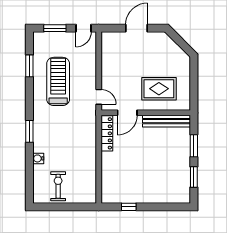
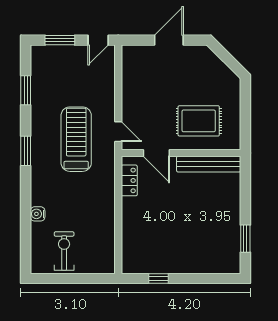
treadmill: (58, 81) -> (76, 139), moved
door: (127, 113) -> (156, 153), hinge flipped
window: (29, 131) -> (26, 151), moved
locker: (107, 133) -> (129, 180), width x0.66
window: (194, 146) -> (245, 197), removed

